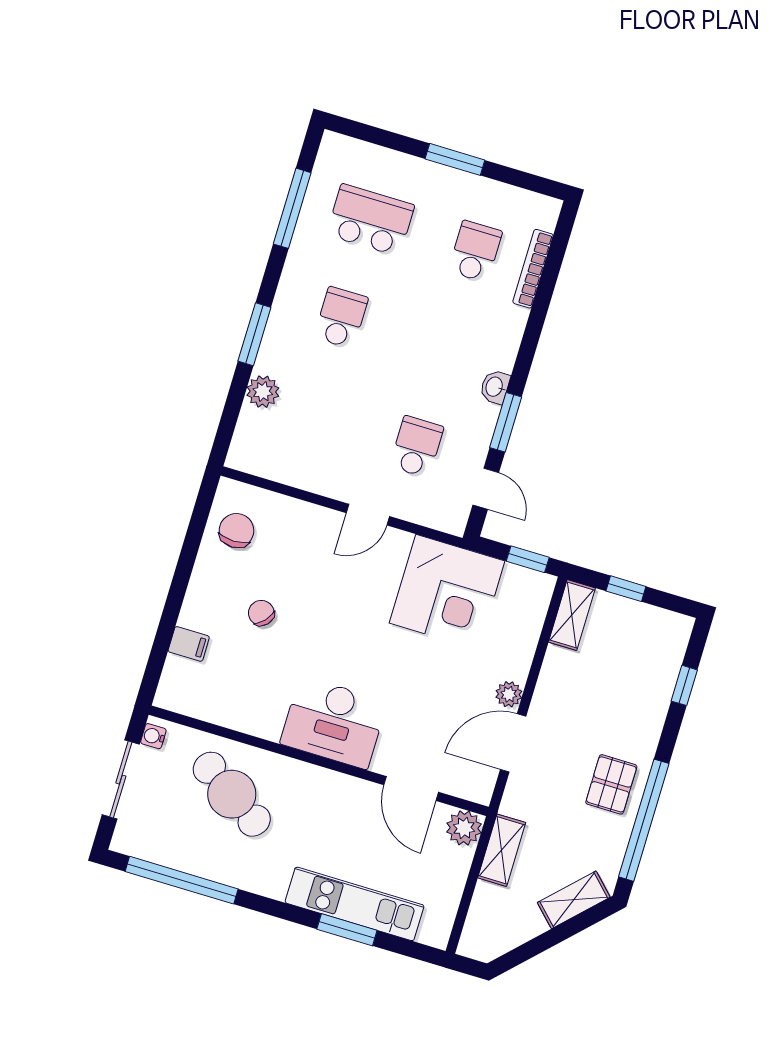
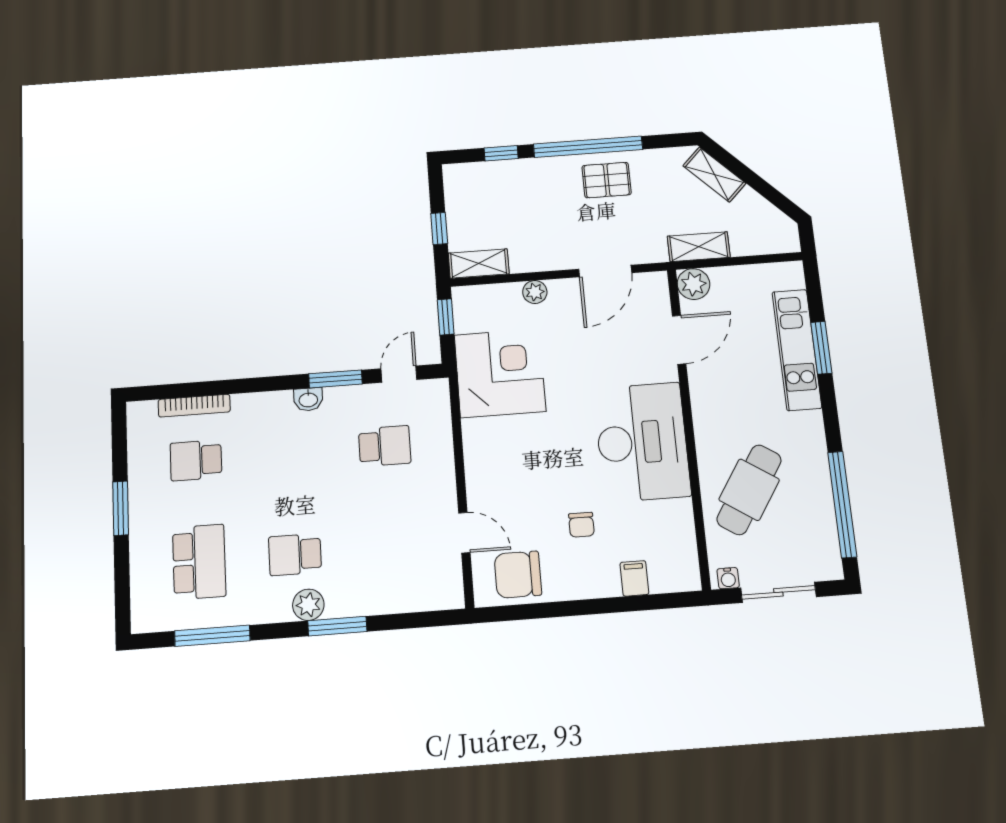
school desk: (370, 220) -> (199, 562), turned 180
plant: (263, 392) -> (308, 605), moved
school desk: (417, 447) -> (385, 446), turned 180
door: (368, 515) -> (464, 533), moved
chair: (236, 531) -> (518, 575), width x1.37, depth x1.37
chair: (261, 613) -> (581, 525), turned -42
plant: (509, 694) -> (535, 292), moved
desk: (334, 722) -> (642, 442), width x1.36, depth x1.30
door: (513, 743) -> (605, 271), hinge flipped
window: (644, 820) -> (588, 147), moved

